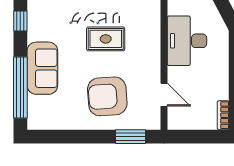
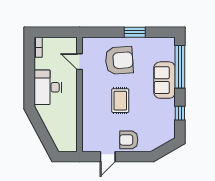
rug: (106, 39) -> (120, 101), turned 90
desk: (187, 41) -> (48, 87), moved, turned 180
window: (130, 137) -> (135, 32), moved

